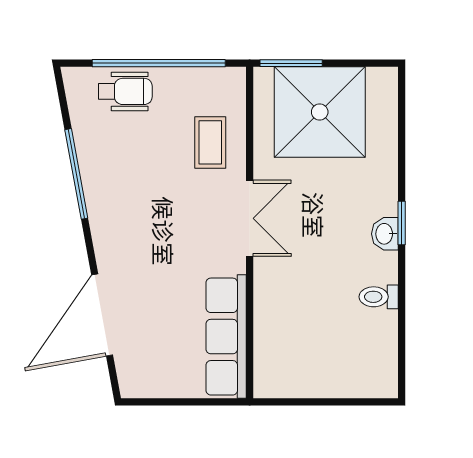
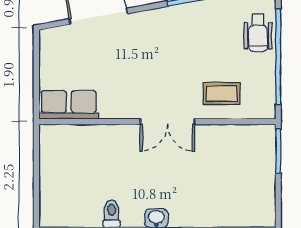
shower: (320, 112) -> (243, 172), removed
row of seats: (226, 337) -> (69, 105), width x0.68

